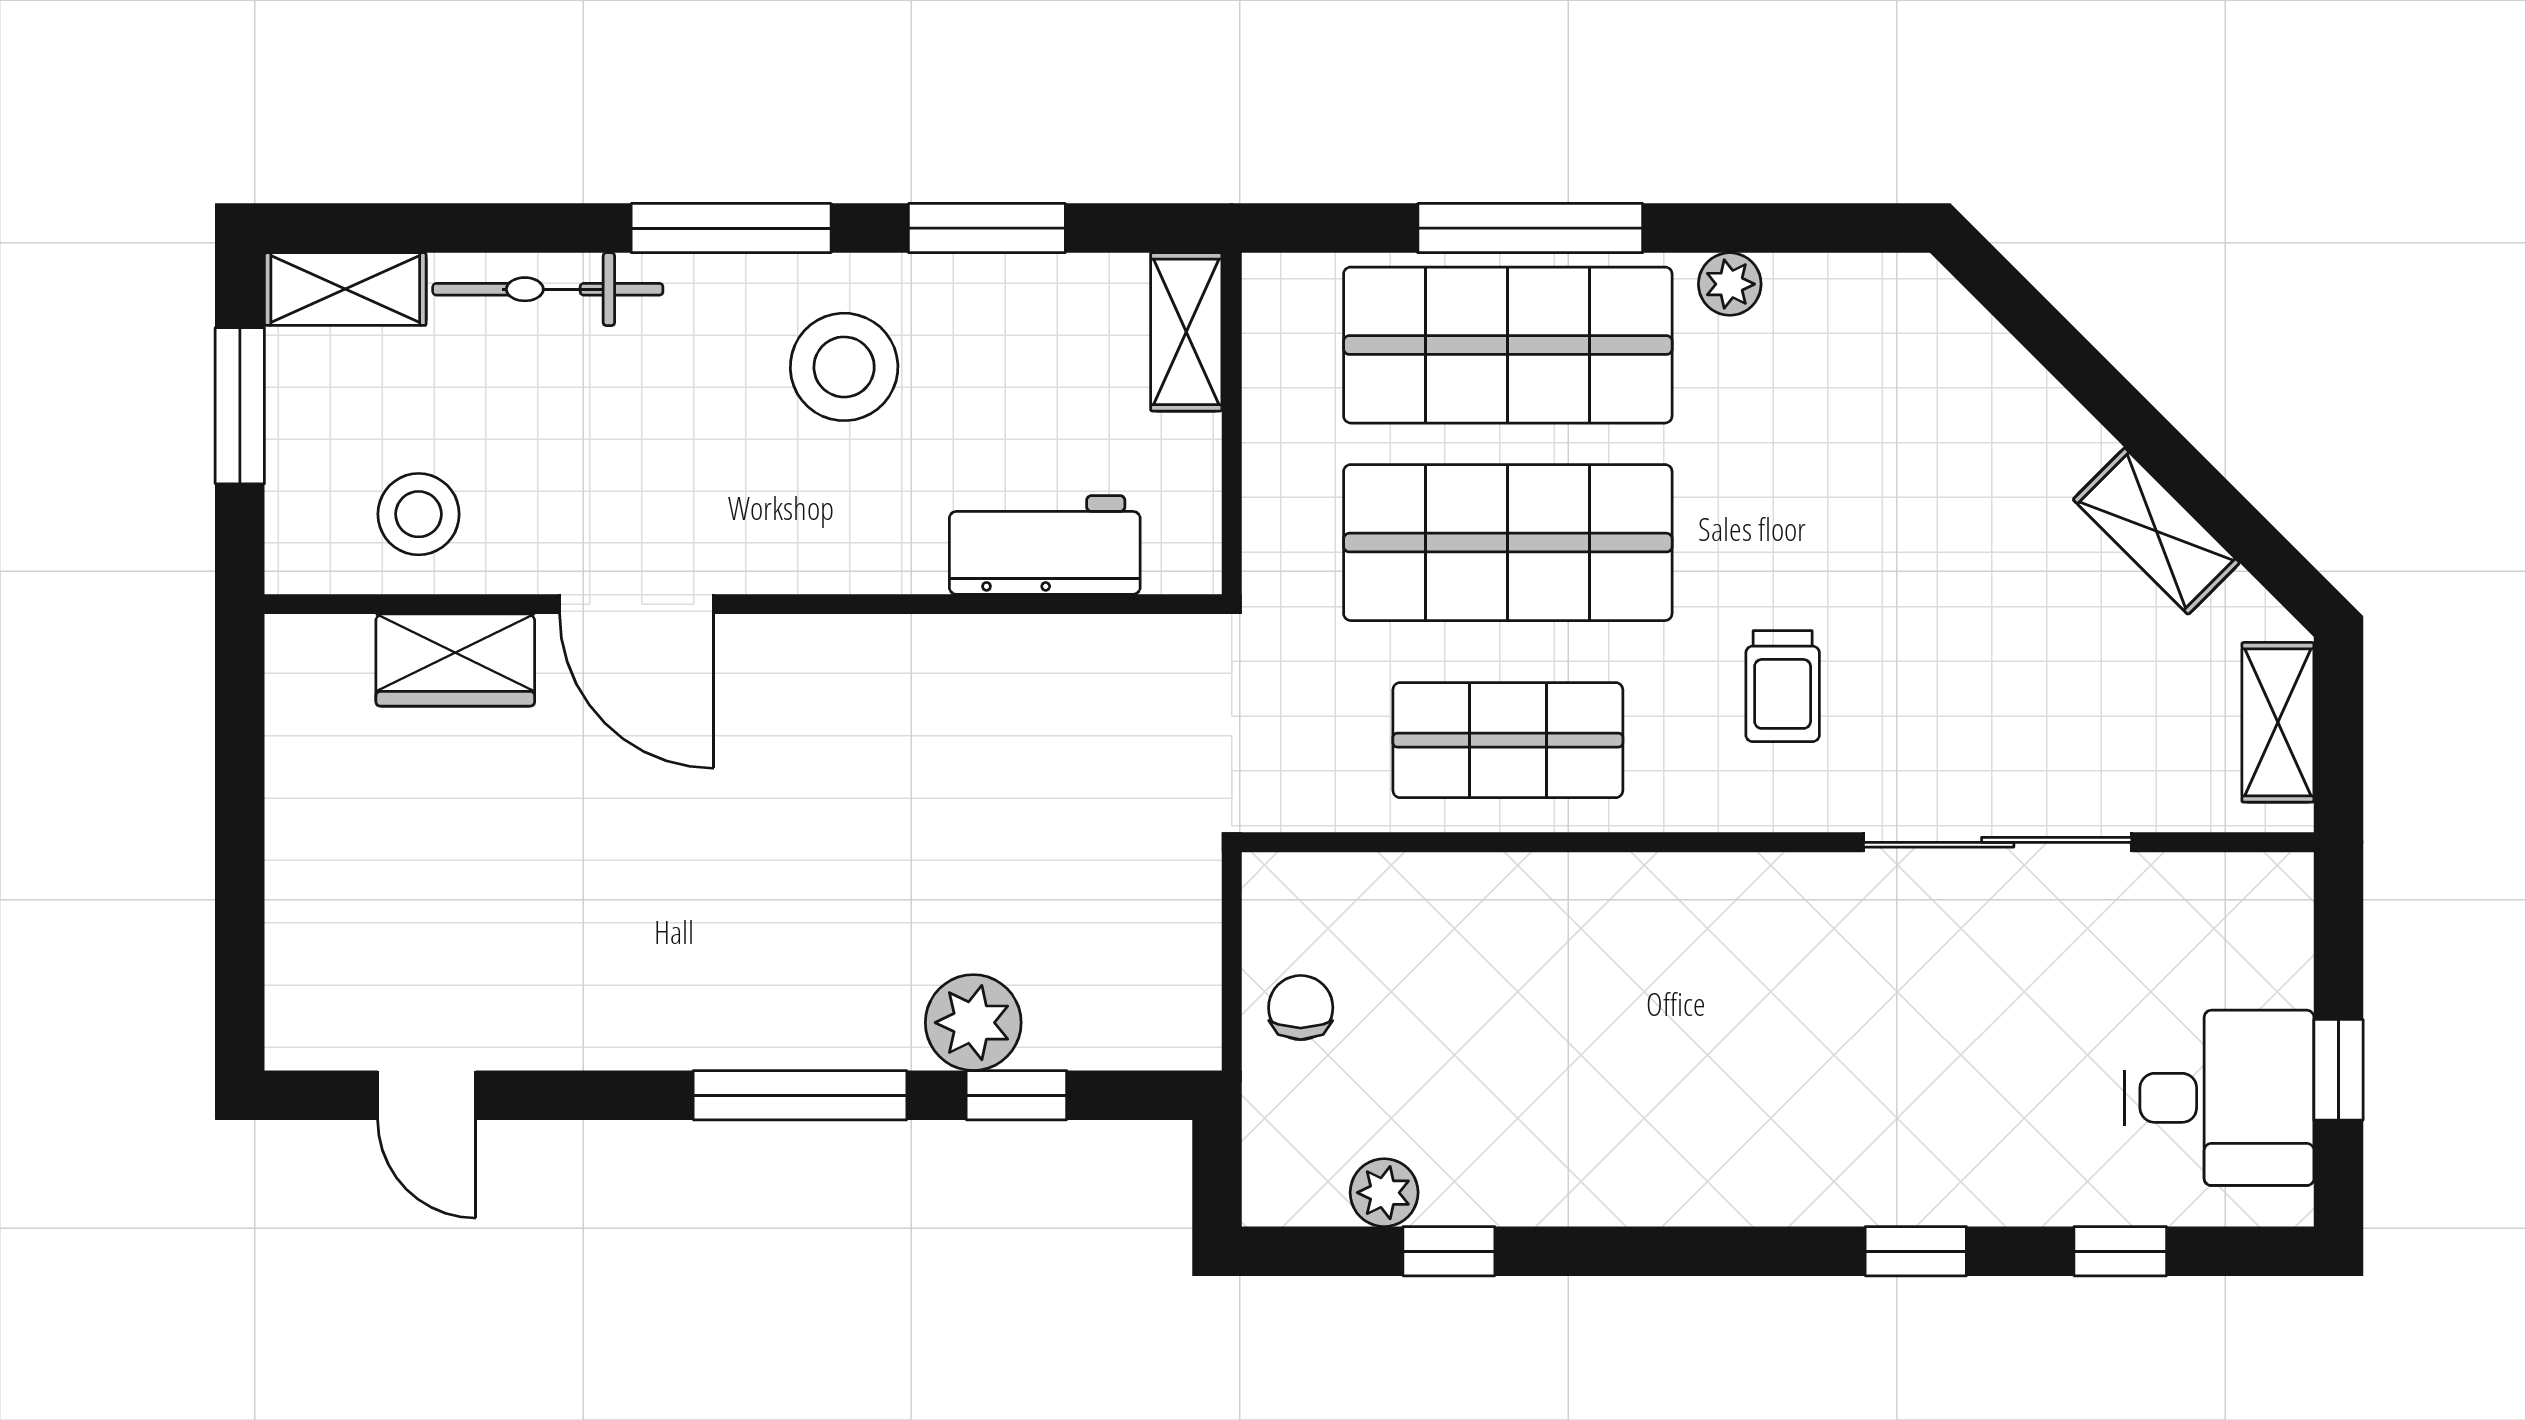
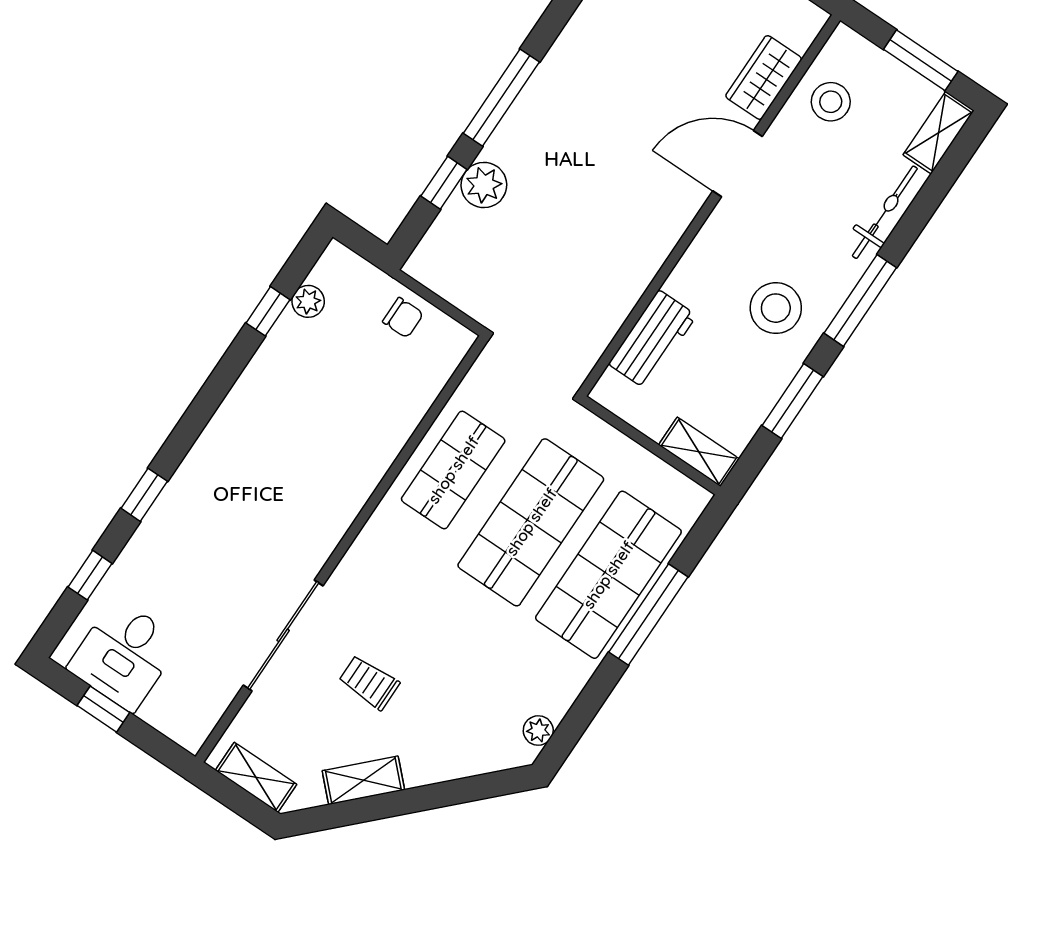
plant: (1730, 284) -> (538, 731), moved
trolley: (1783, 686) -> (369, 682), moved

